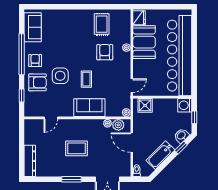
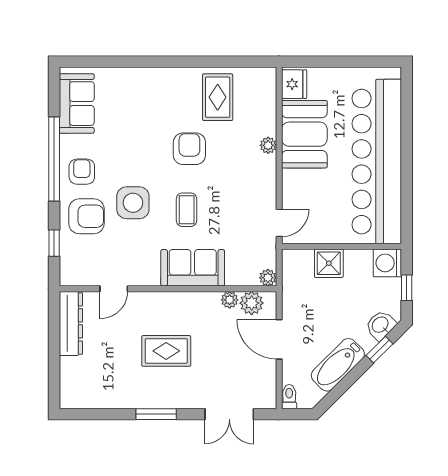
armchair: (105, 52) -> (189, 149), moved
shower: (145, 105) -> (329, 263), moved
dresser: (30, 161) -> (71, 323), moved

